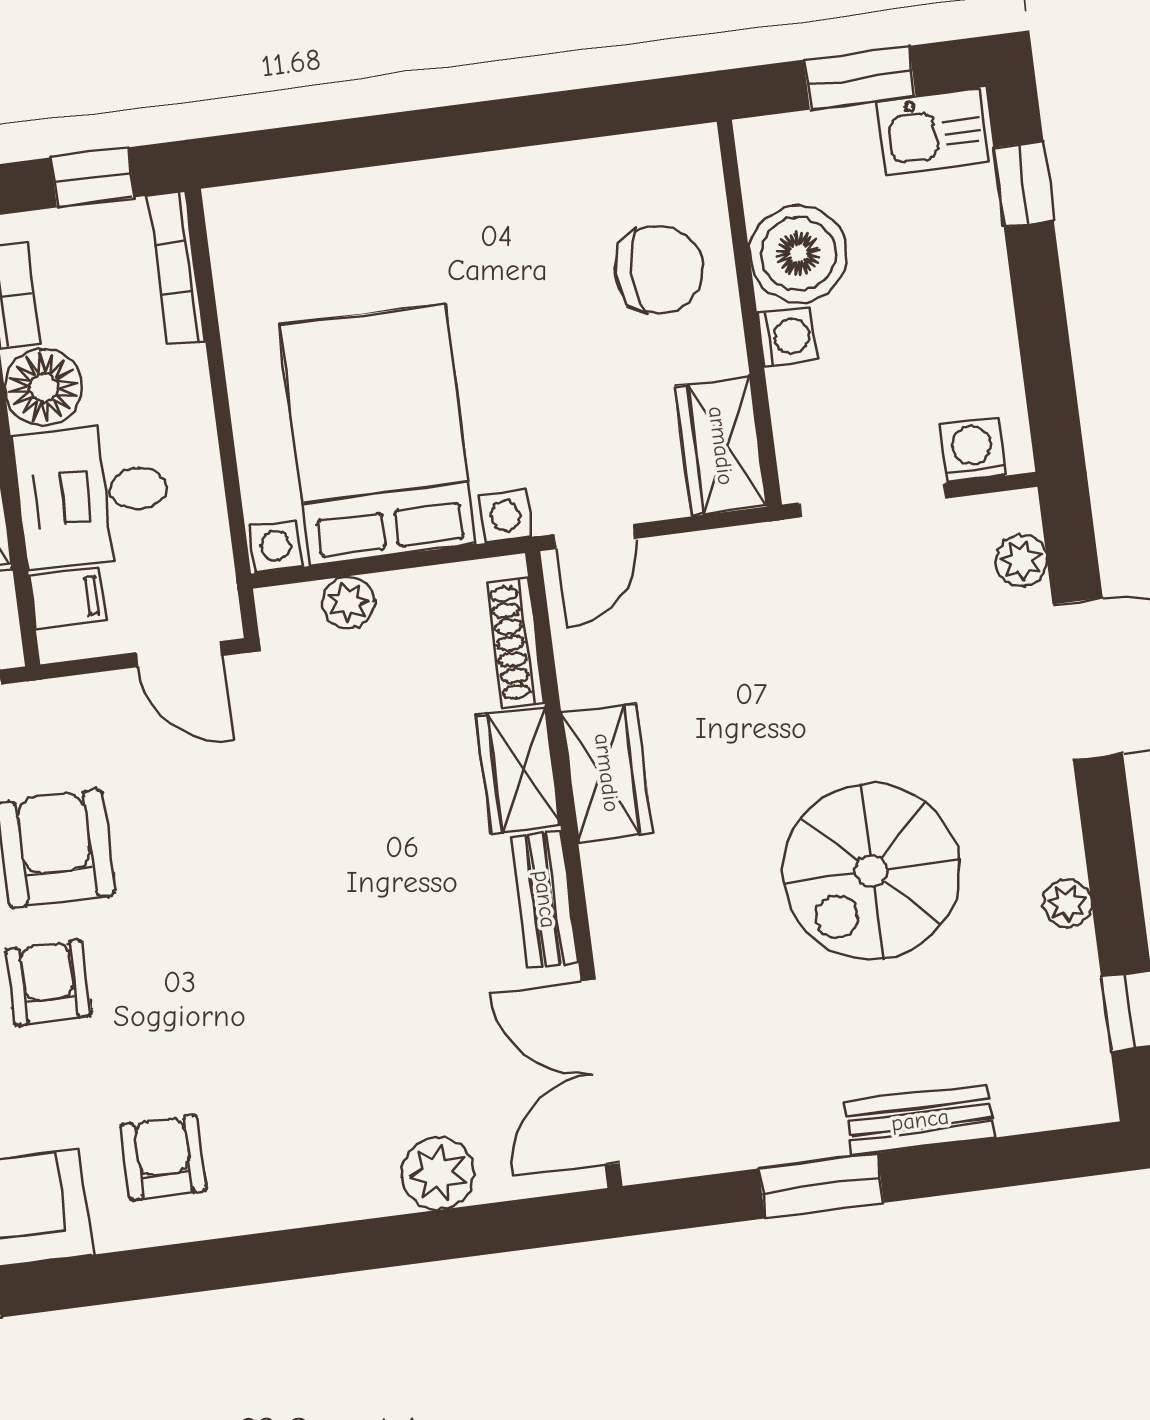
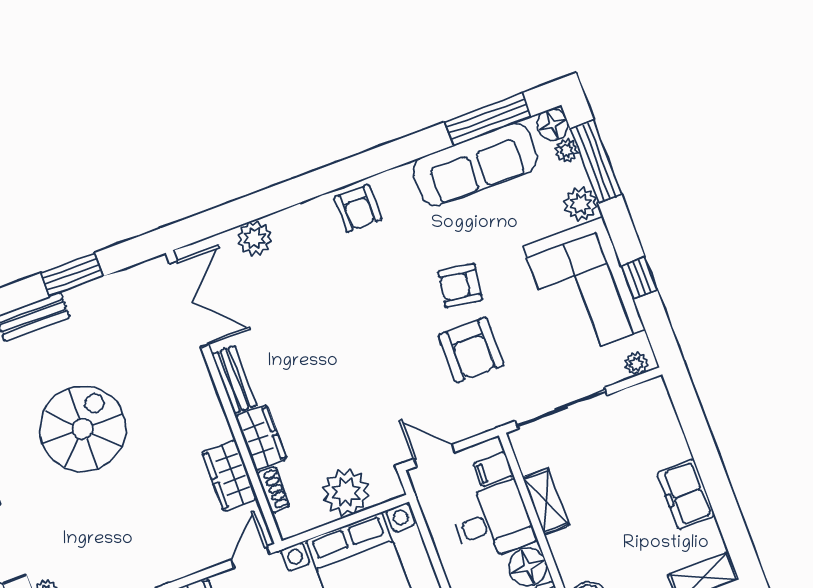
plant: (348, 602) -> (346, 492), width x1.87, depth x1.87
shoe rack: (515, 642) -> (273, 490), width x0.70
wardrobe: (607, 773) -> (230, 475), moved
armchair: (48, 983) -> (460, 286), turned 98
armchair: (163, 1158) -> (358, 208), moved

